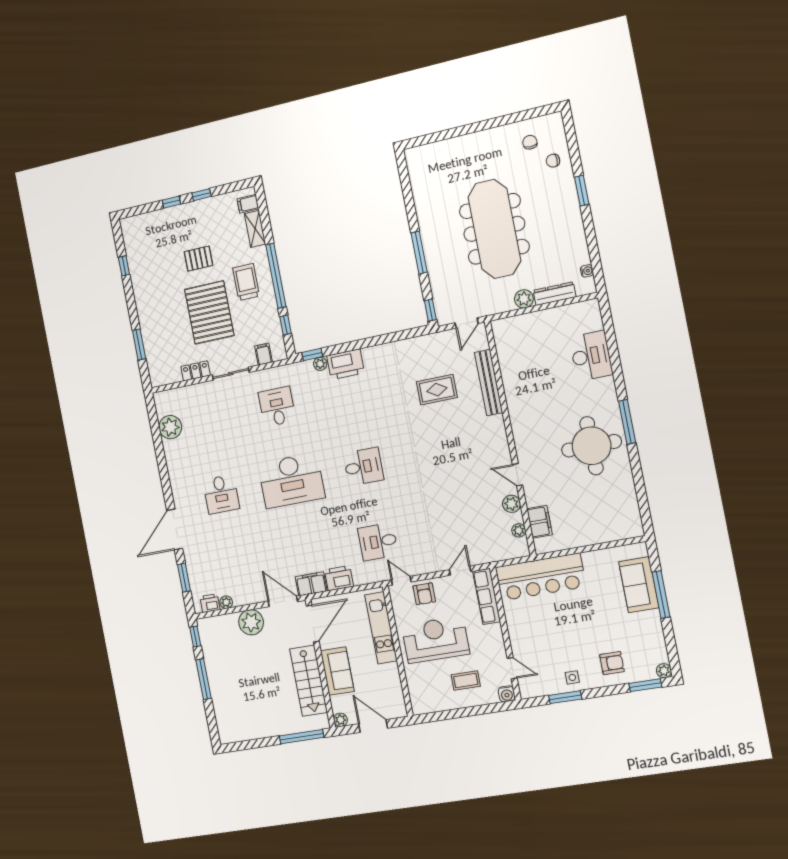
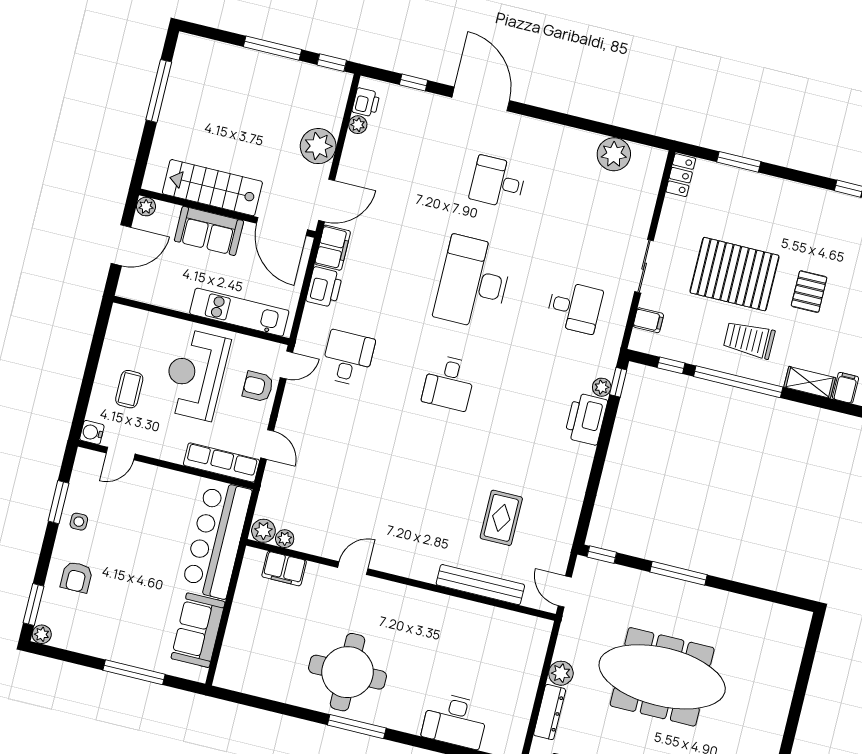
trolley: (246, 282) -> (749, 340), turned 180
locker: (196, 371) -> (681, 175), moved
plant: (511, 504) -> (263, 531), moved
window: (184, 578) -> (414, 83), width x0.67
sofa: (639, 585) -> (198, 630), moved, turned -90
reception desk: (435, 640) -> (195, 374), turned 180
window: (302, 737) -> (159, 91), moved

